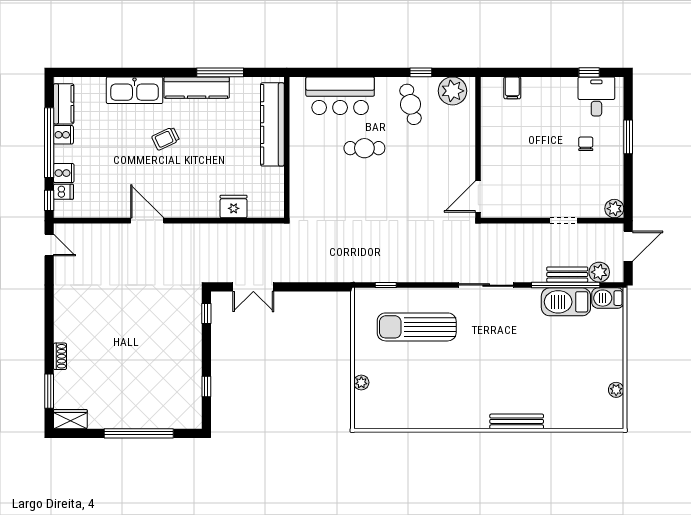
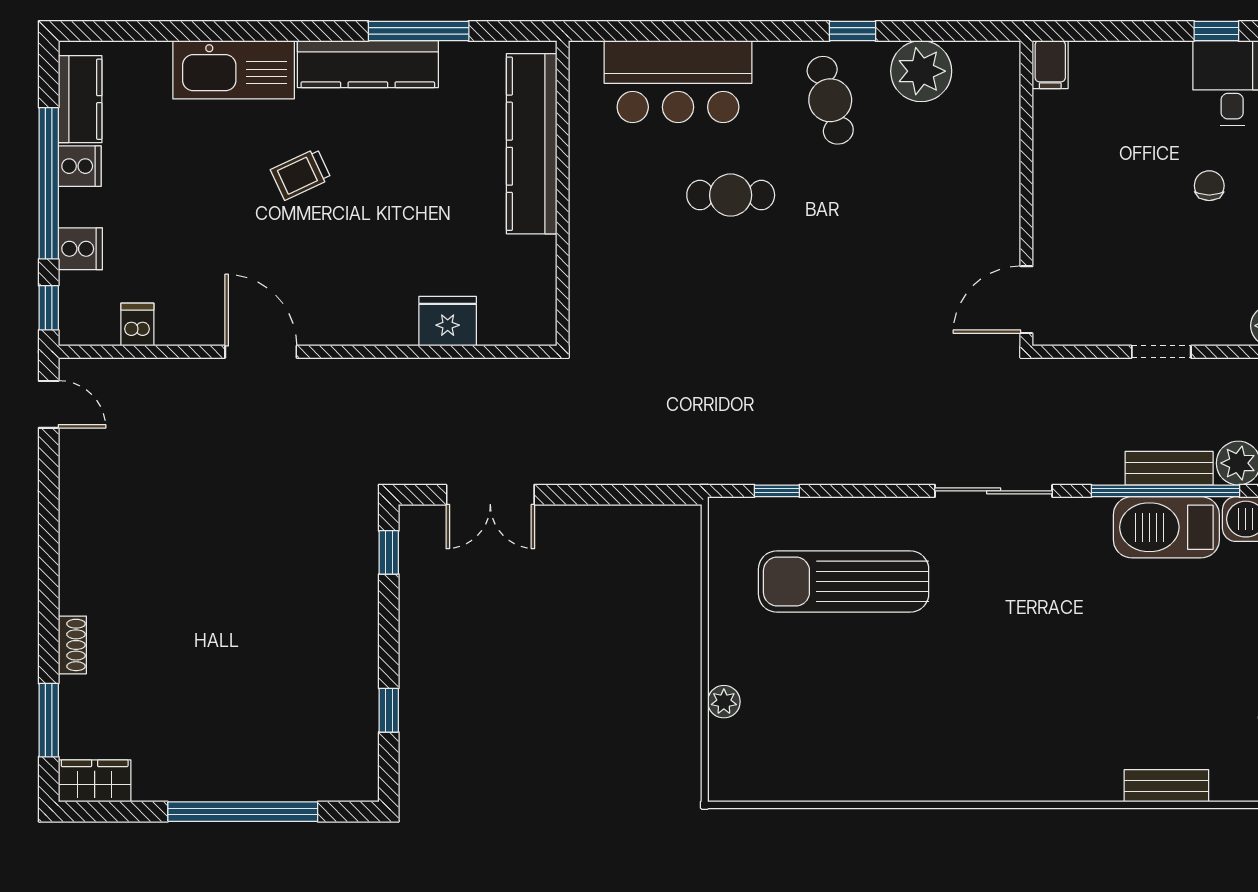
wall: (478, 147) -> (1026, 193), moved
dishwasher: (63, 192) -> (137, 325), moved, turned -90
door: (478, 197) -> (1026, 300), moved
bench: (517, 421) -> (1166, 786), moved, width x0.73

